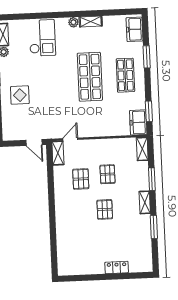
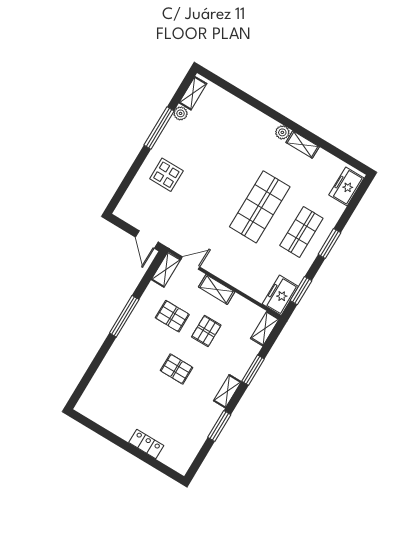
checkout: (42, 38) -> (235, 127), removed
window: (147, 57) -> (329, 244), moved
shelving: (97, 145) -> (217, 289), added
pallet: (81, 179) -> (172, 316), turned 90
window: (51, 198) -> (124, 316), added
pallet: (105, 209) -> (177, 369), turned 90

